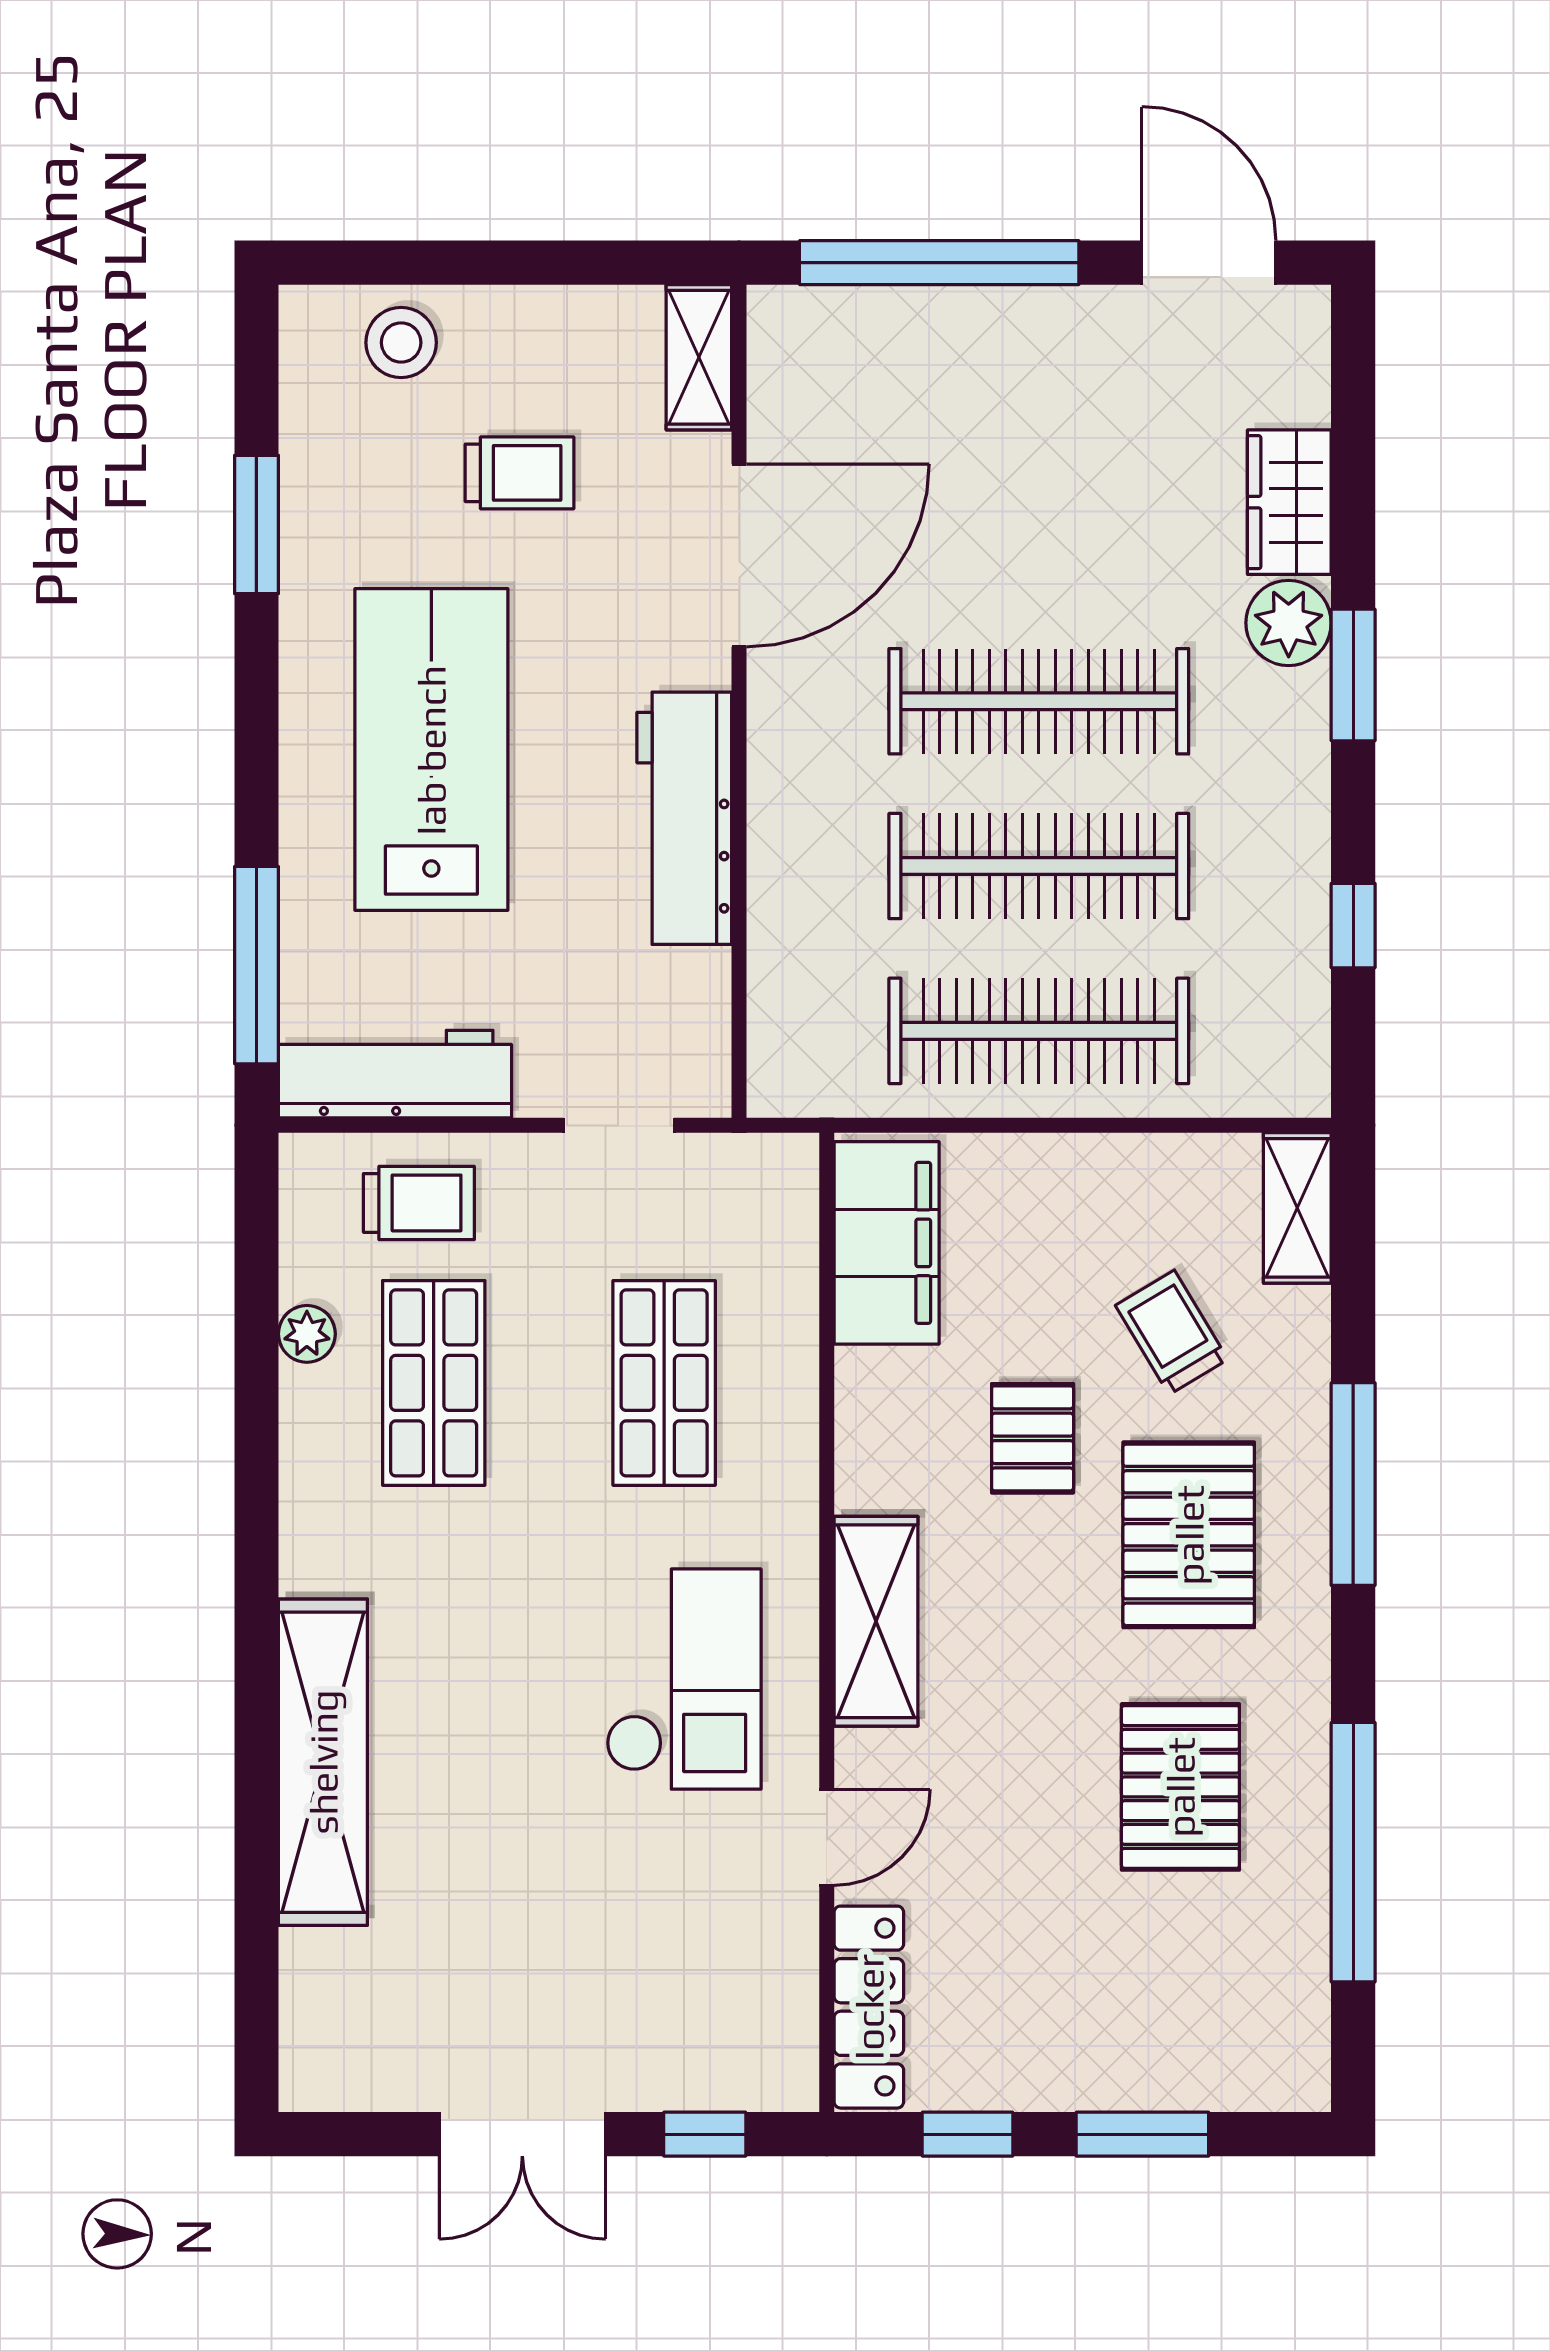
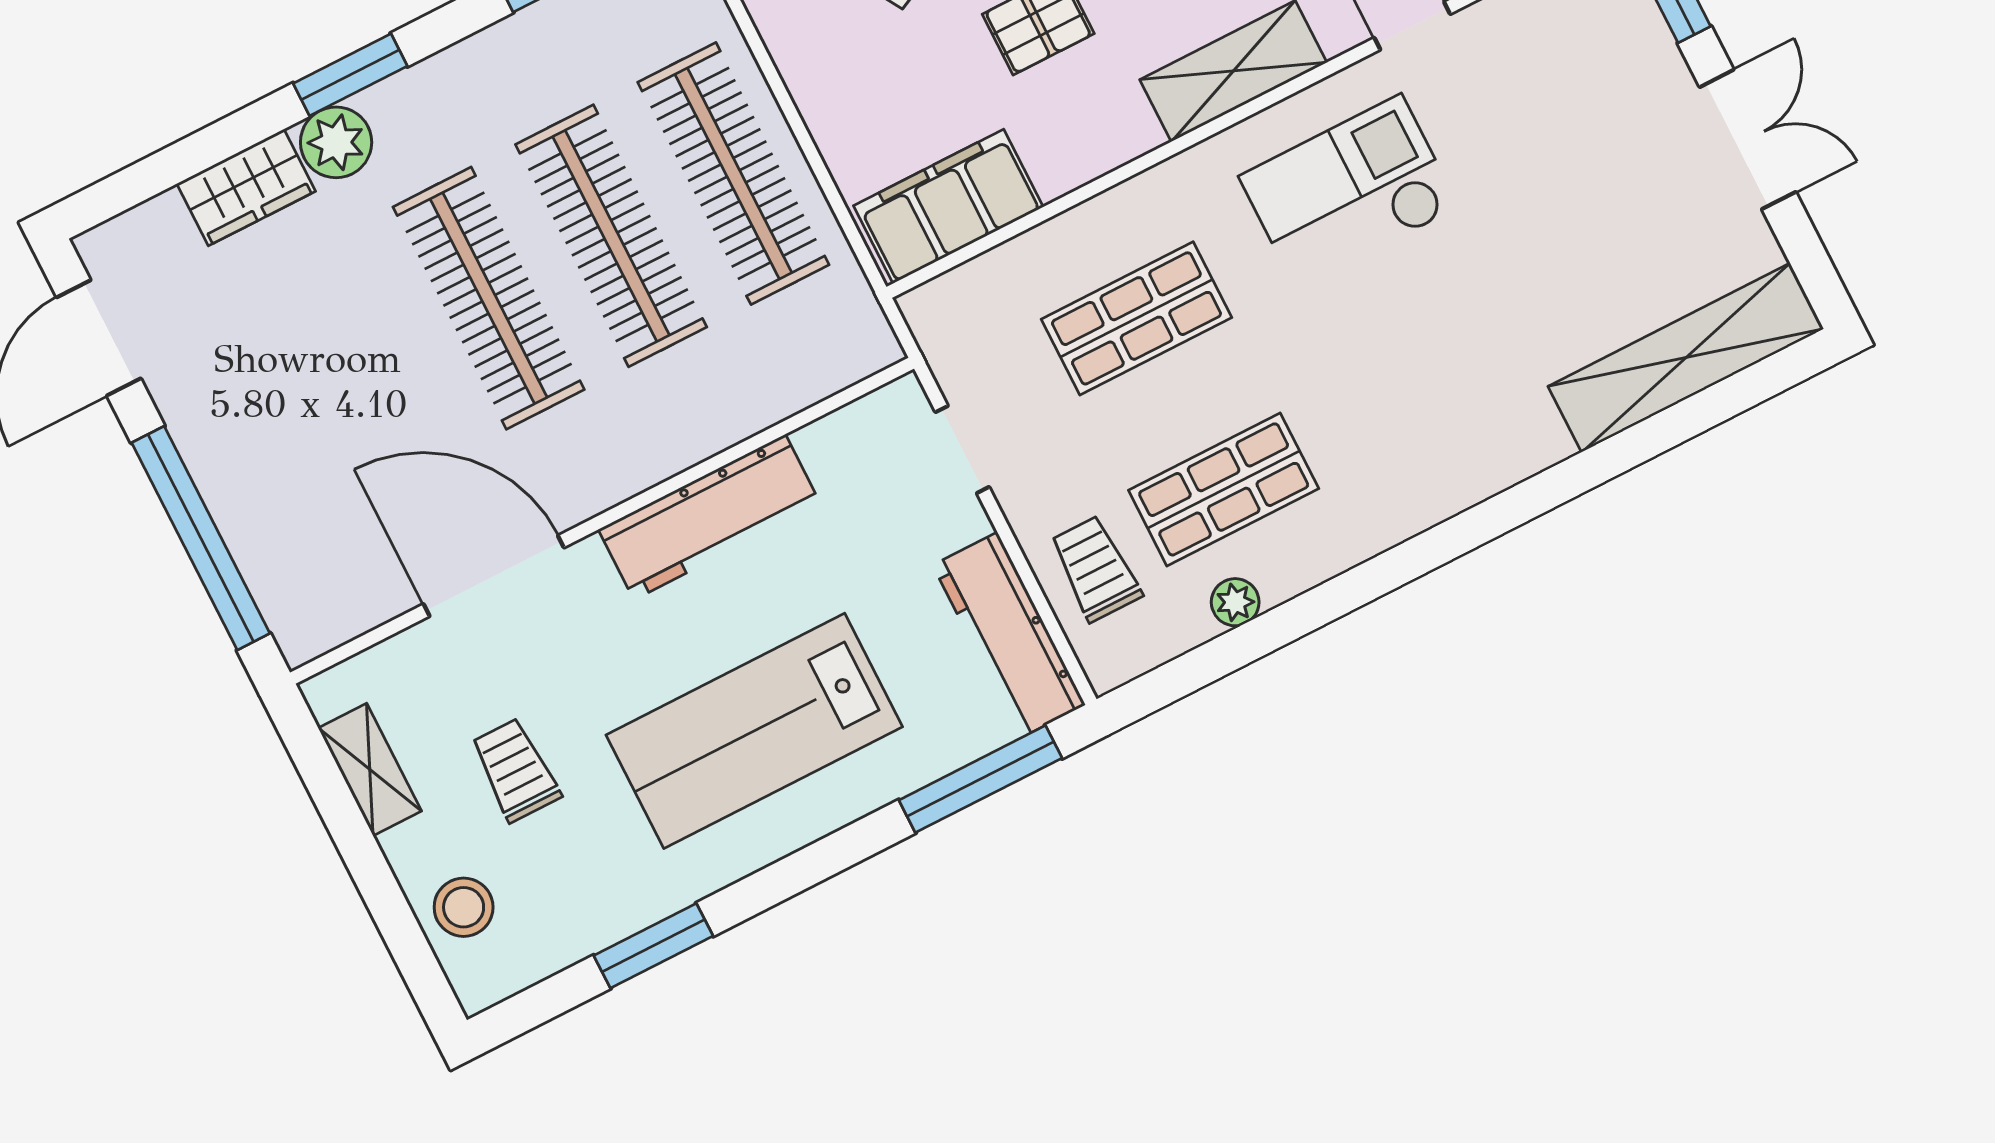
shelving: (699, 357) -> (370, 770), moved, turned 90
shelving: (323, 1762) -> (1686, 358), moved

